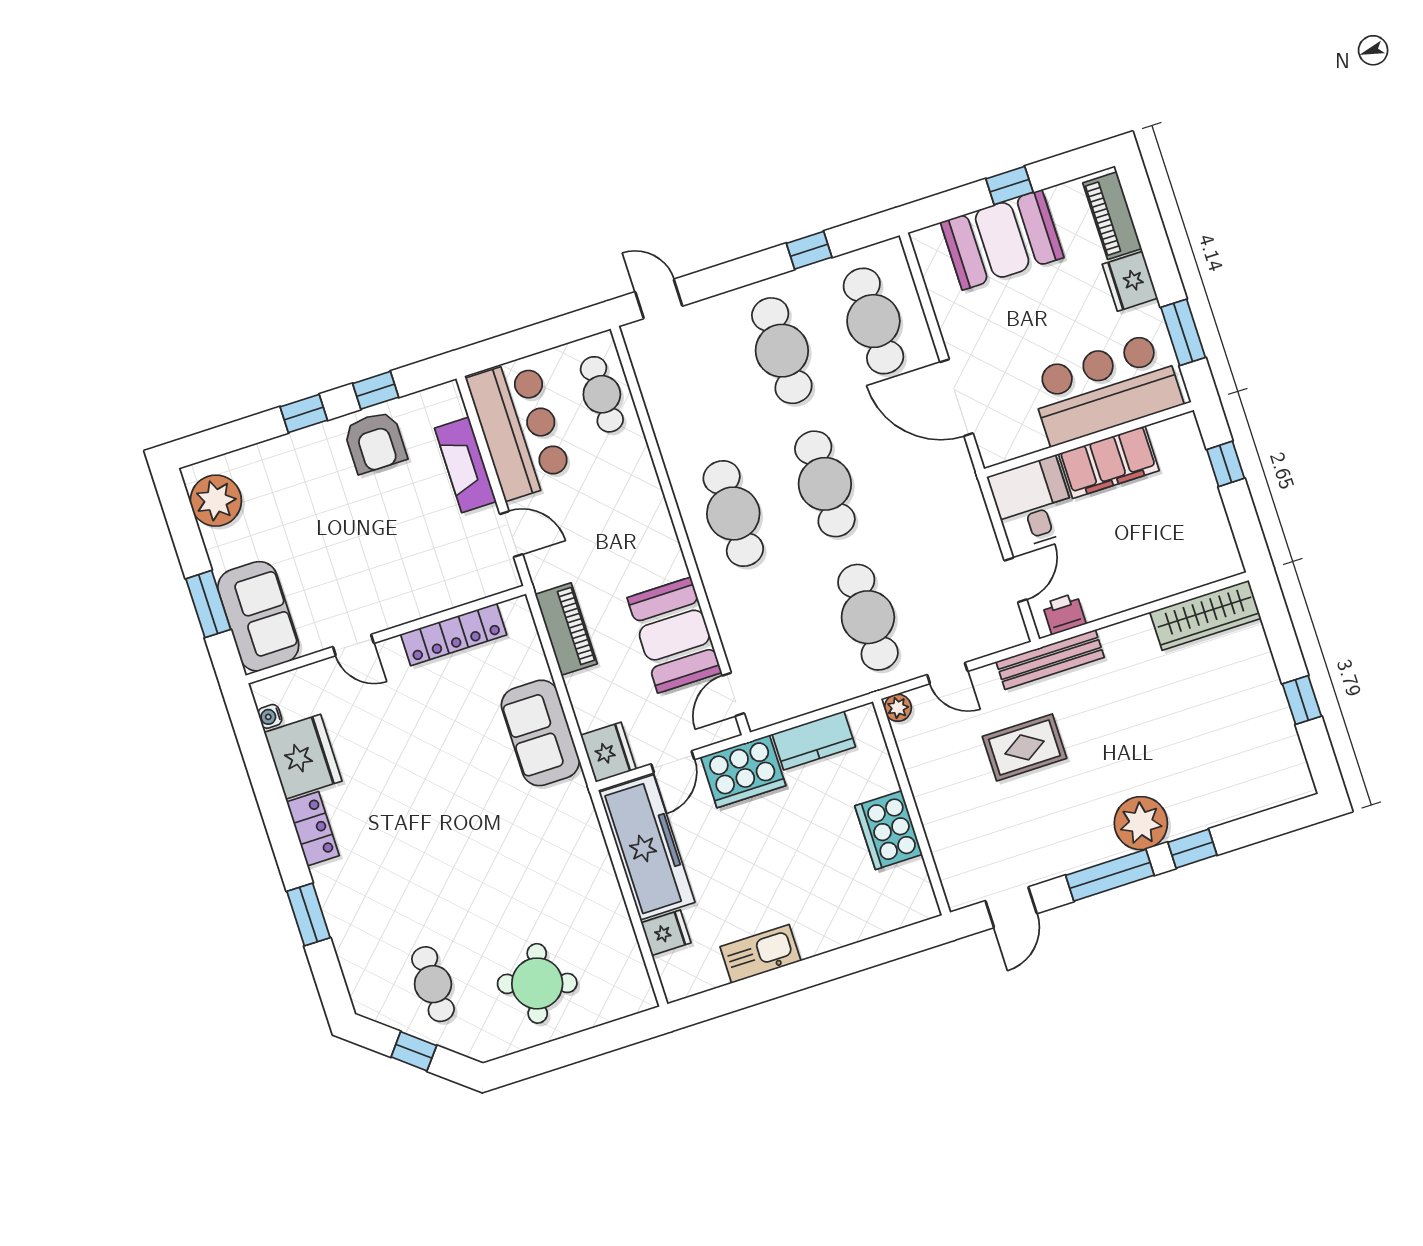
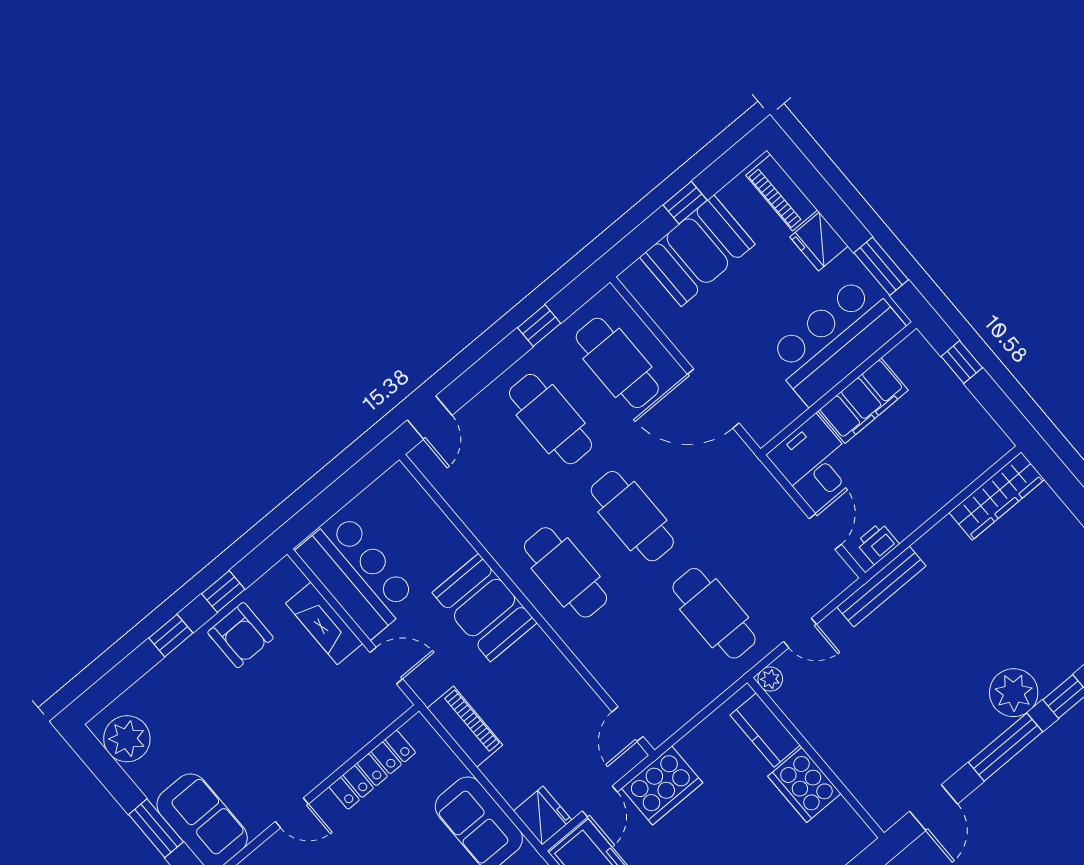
door: (659, 299) -> (430, 418), swing flipped
cafe table: (602, 394) -> (414, 517), removed
booth: (674, 635) -> (485, 608), moved
kitchen counter: (814, 740) -> (765, 730), moved, turned 90
rug: (1025, 747) -> (890, 669), removed

